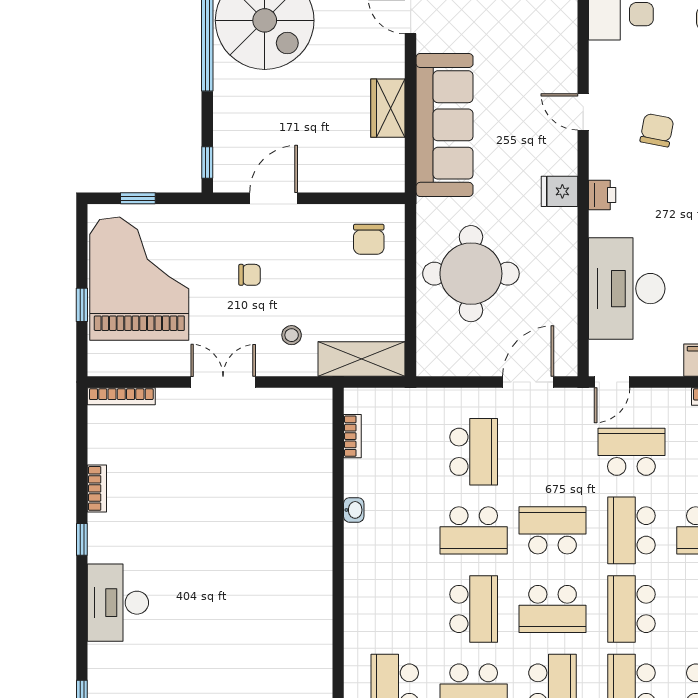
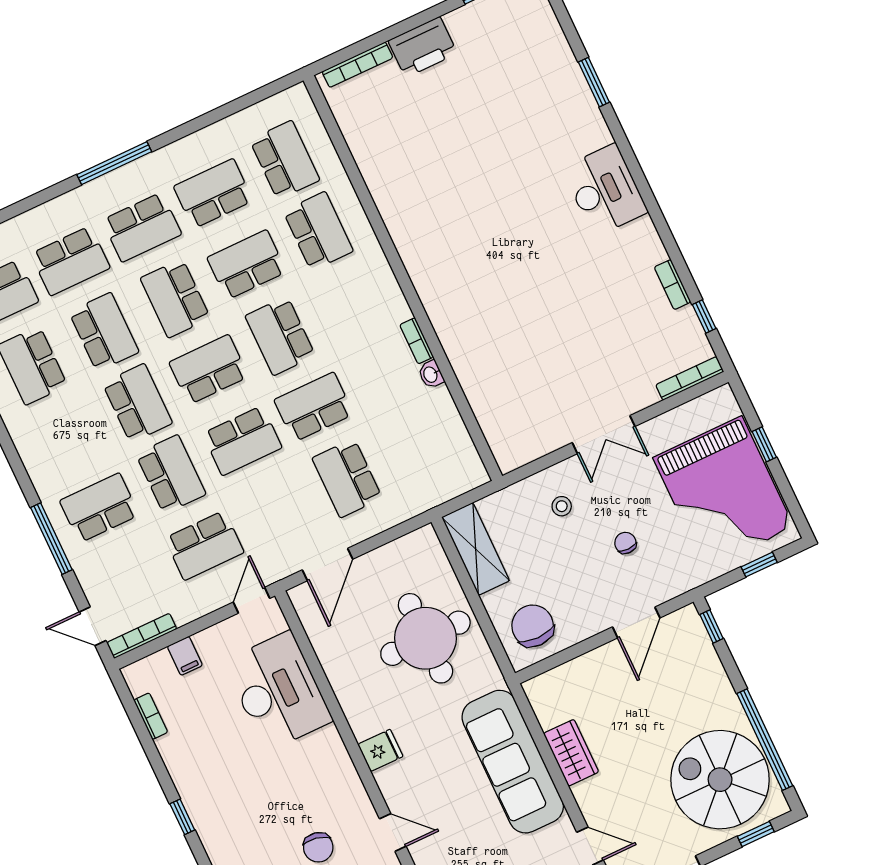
printer: (602, 195) -> (340, 765), removed
chair: (369, 239) -> (533, 626), width x1.37, depth x1.37
chair: (250, 275) -> (625, 543), turned 90
shelving: (362, 359) -> (476, 549), moved, turned 90
bookcase: (352, 436) -> (417, 341), moved
window: (82, 539) -> (704, 316), moved

